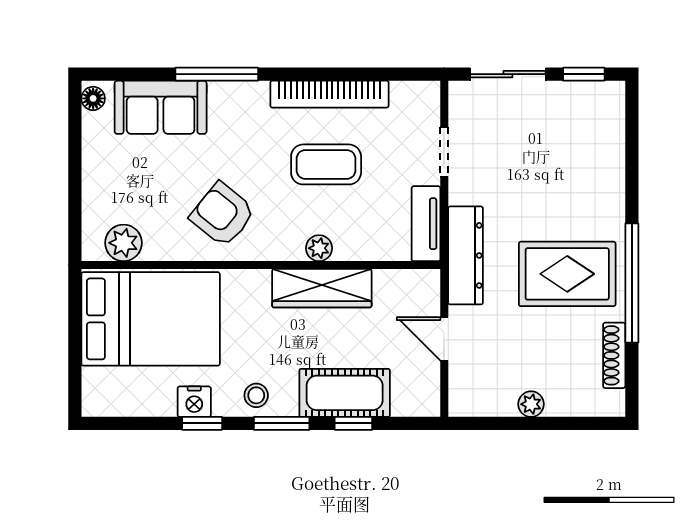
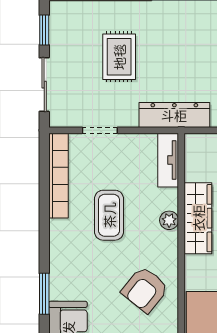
window: (217, 74) -> (44, 294), width x0.69
bookcase: (329, 94) -> (58, 176), moved
tv unit: (426, 224) -> (168, 160), moved, turned 90
rug: (567, 274) -> (119, 57), moved, width x0.73, depth x0.70

